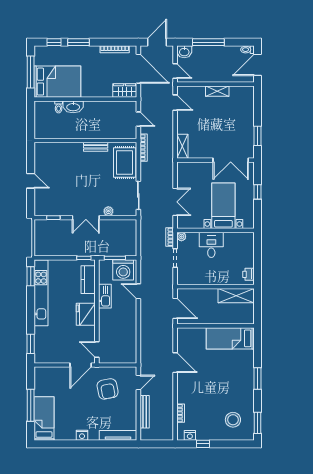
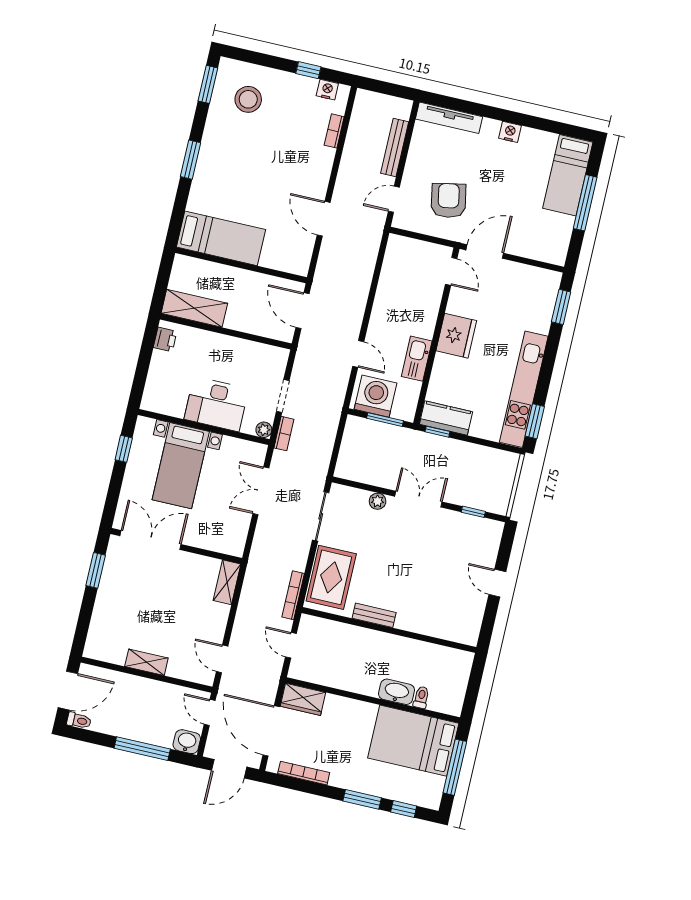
window: (258, 192) -> (124, 449), moved
desk: (211, 245) -> (216, 404), width x1.37
kitchen counter: (88, 280) -> (446, 418), moved, turned -90

